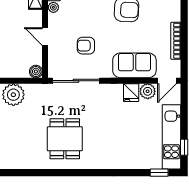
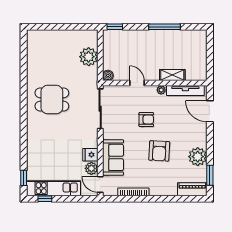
door: (45, 37) -> (137, 83), hinge flipped
armchair: (86, 46) -> (146, 119), moved, turned 90

